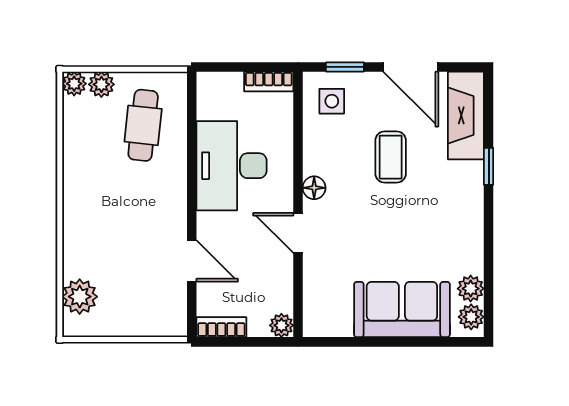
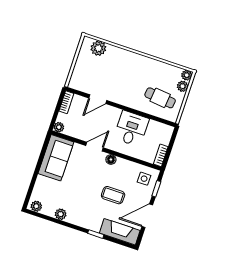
desk: (232, 166) -> (131, 129), width x0.73
plant: (471, 289) -> (61, 214), moved
sofa: (402, 309) -> (56, 158), moved

